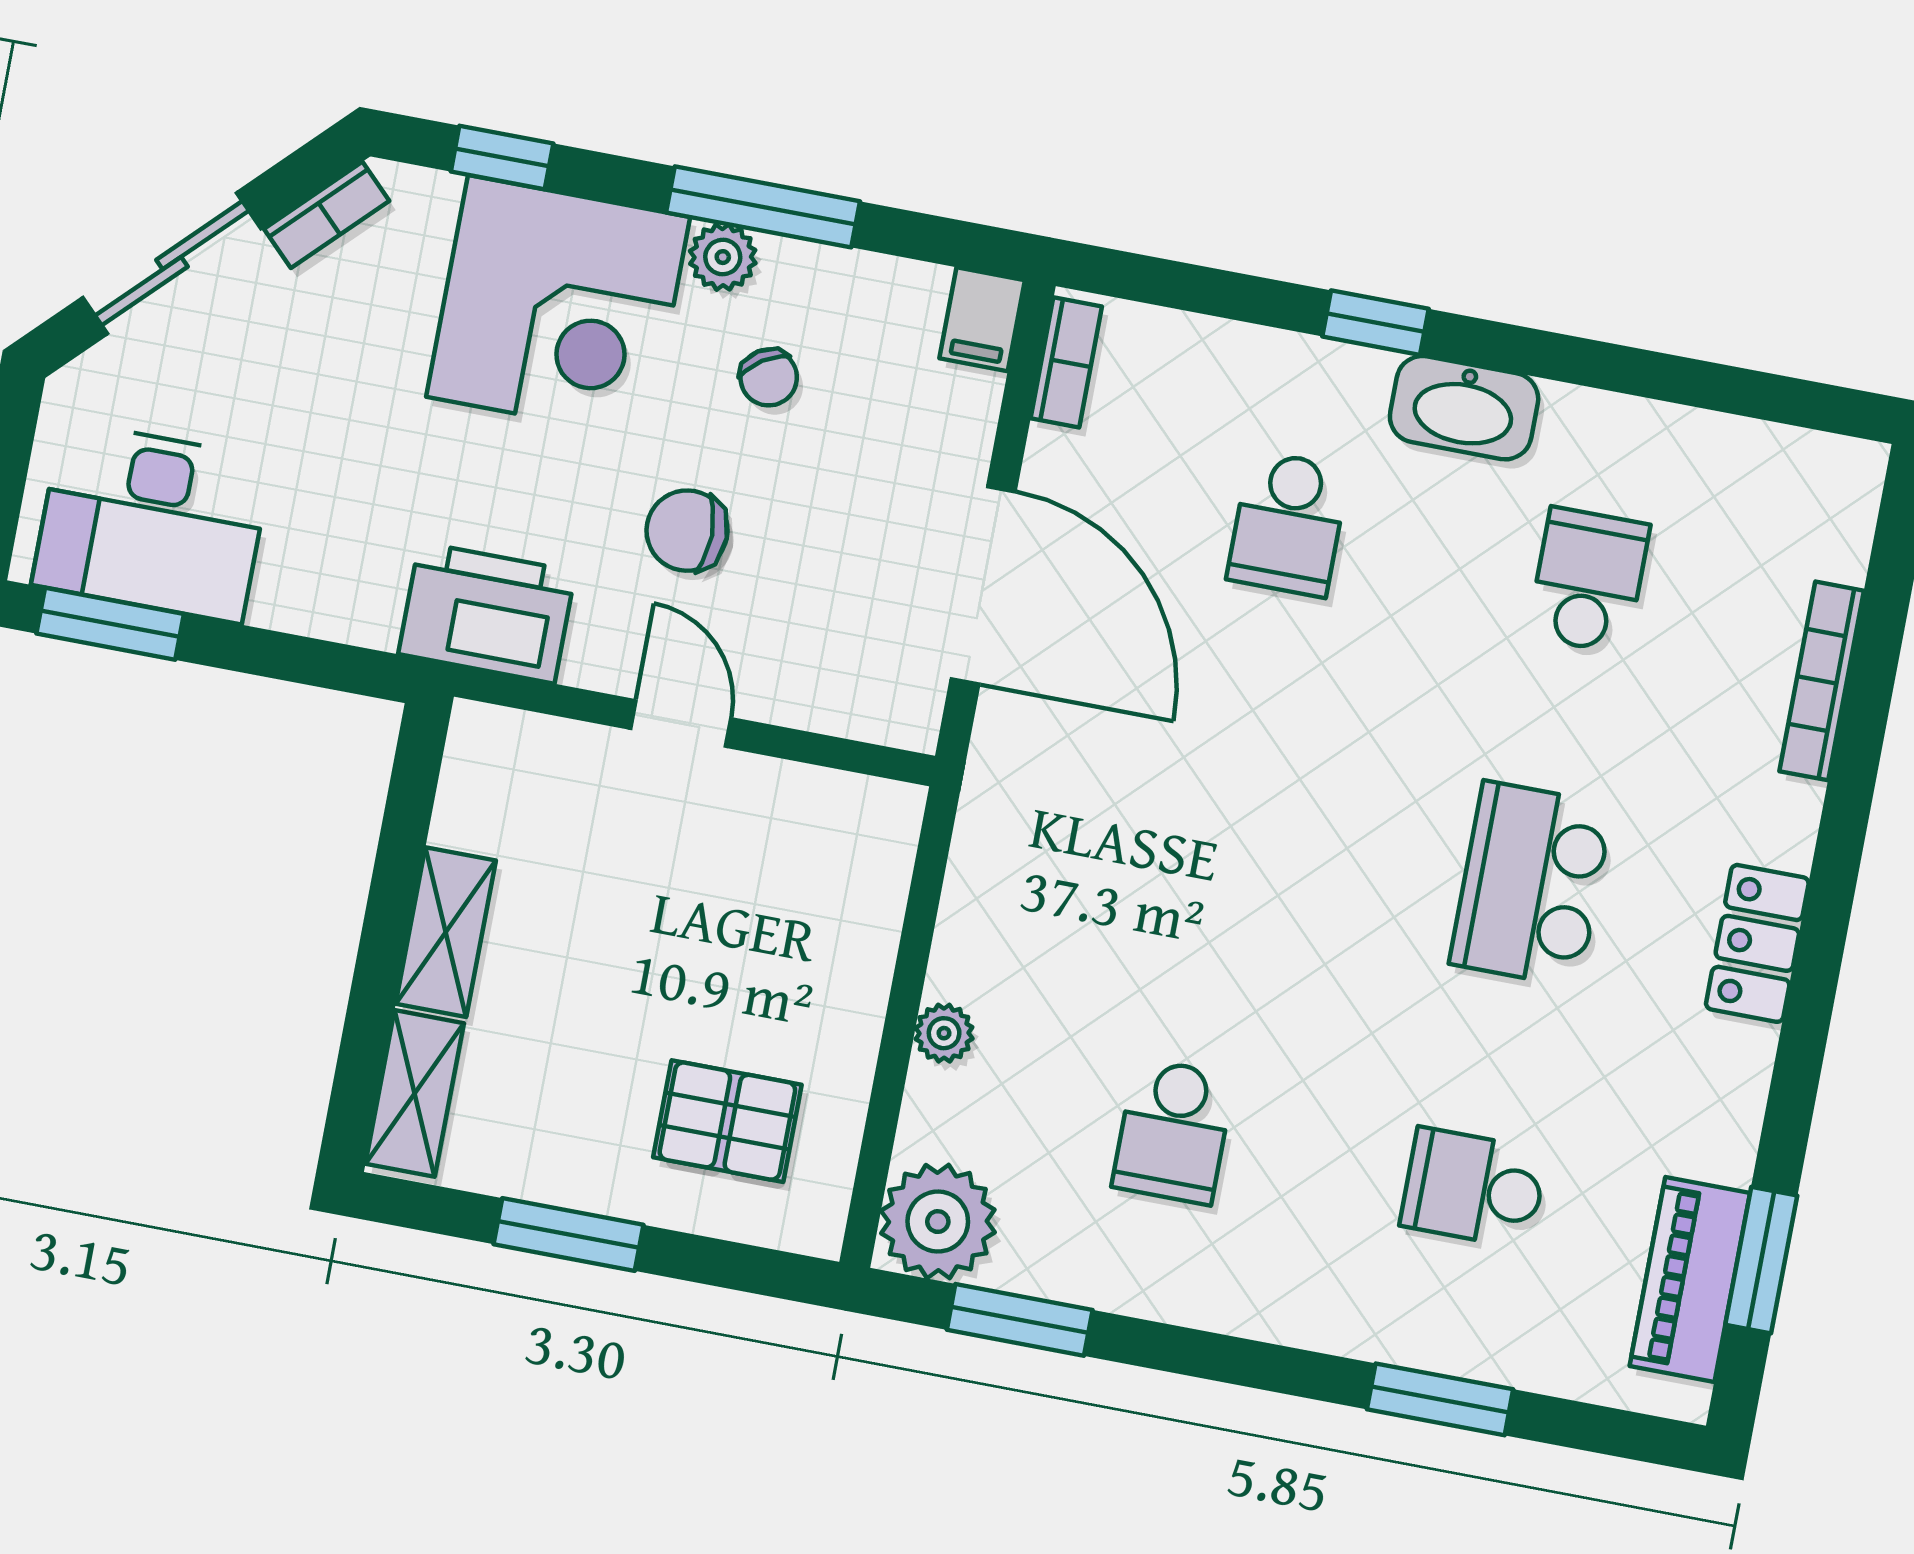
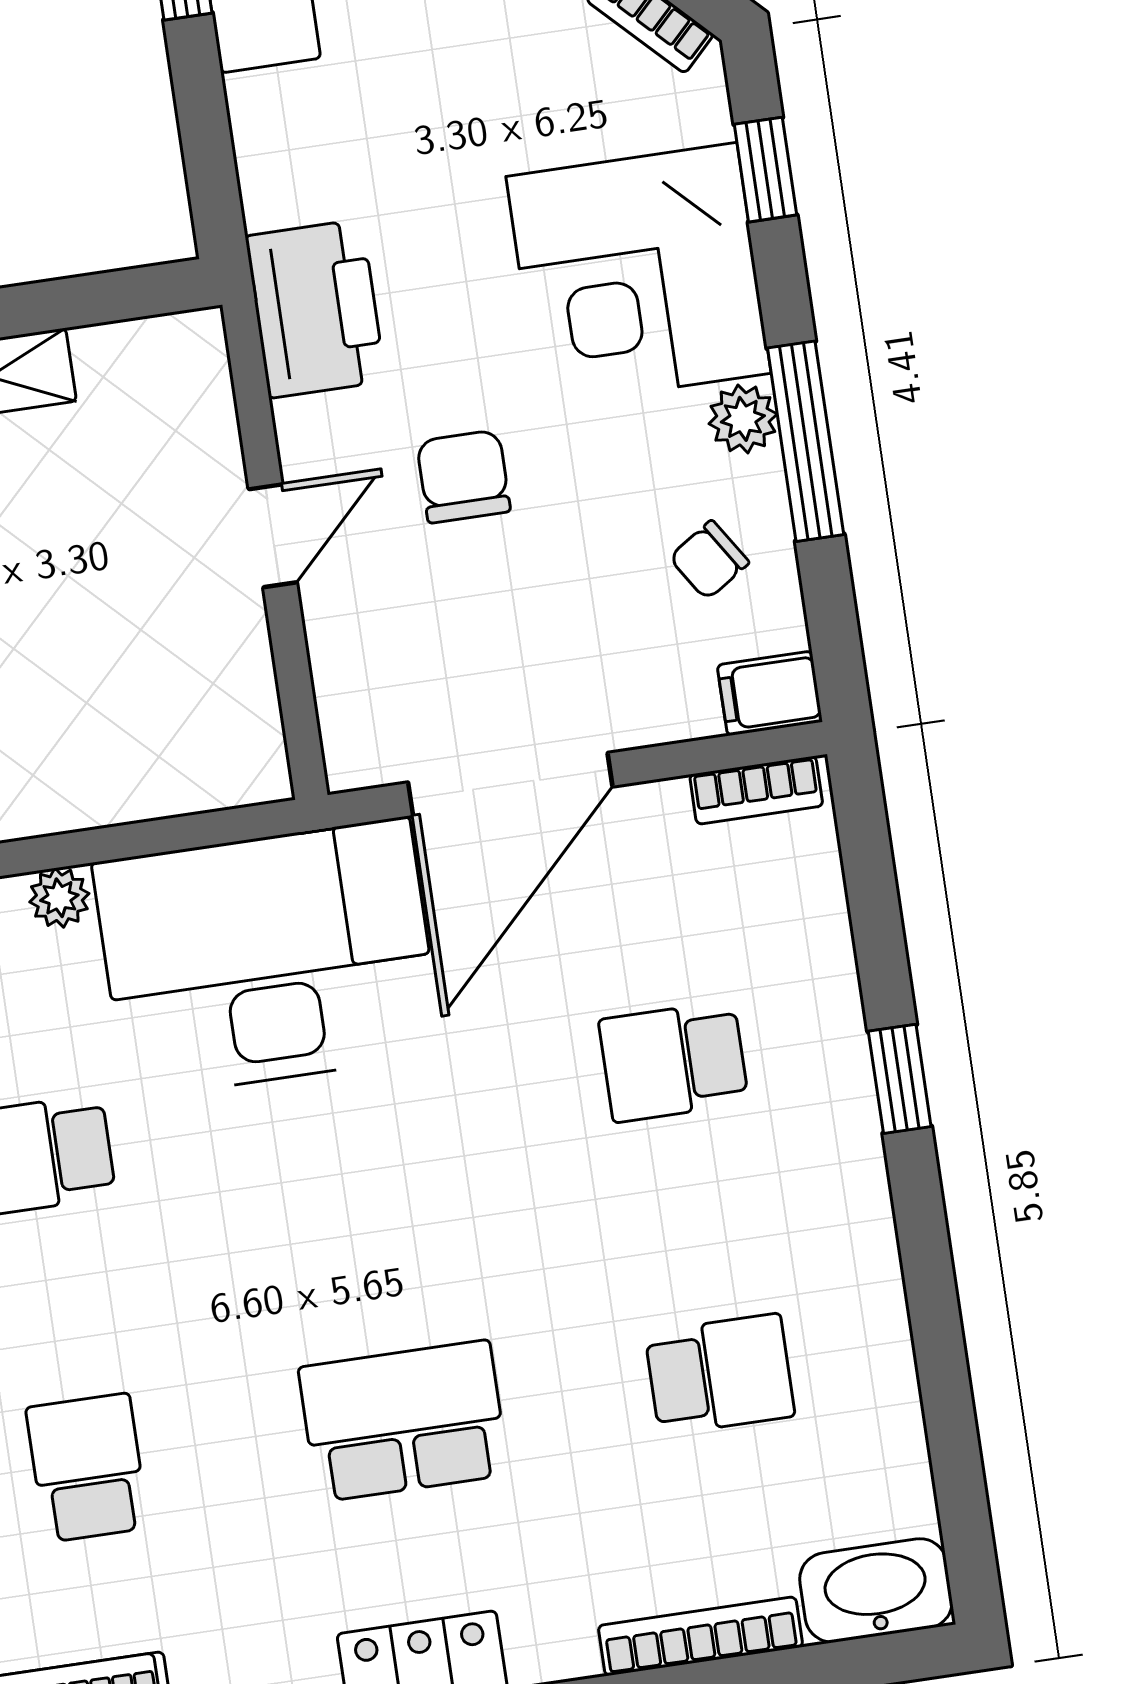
chair: (769, 377) -> (709, 560), moved
washbasin: (1464, 408) -> (876, 1590), moved, turned 90
desk: (1065, 862) -> (268, 958), added

